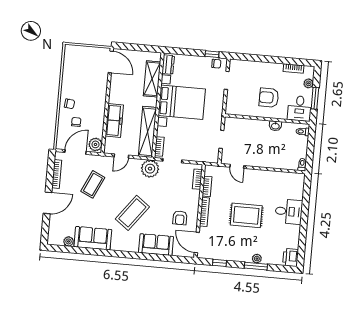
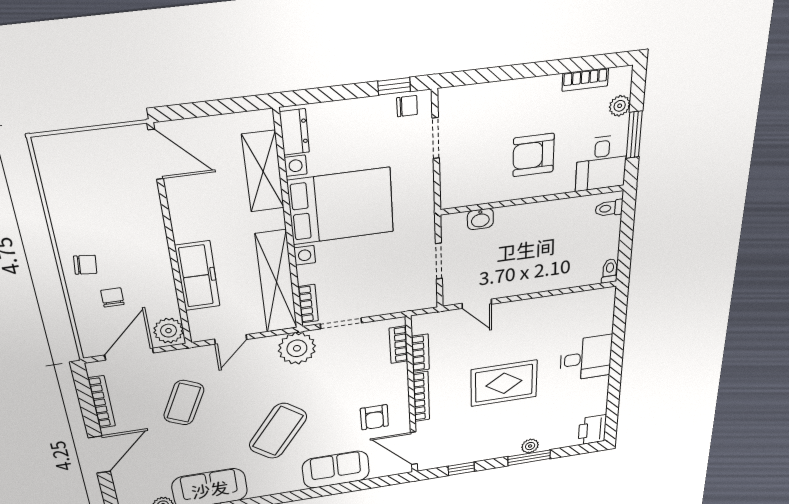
washbasin: (275, 126) -> (480, 219), moved

